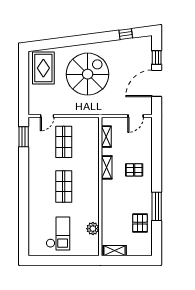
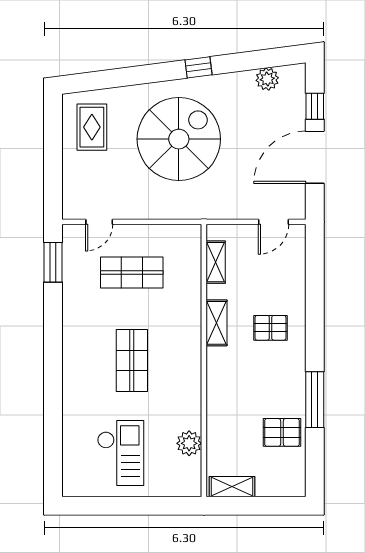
window: (126, 34) -> (199, 67), moved
plant: (132, 44) -> (267, 79), added
rug: (43, 68) -> (92, 127), width x0.73, depth x0.70
shop shelf: (64, 142) -> (132, 273), turned 90
pallet: (140, 223) -> (282, 432), turned 90

